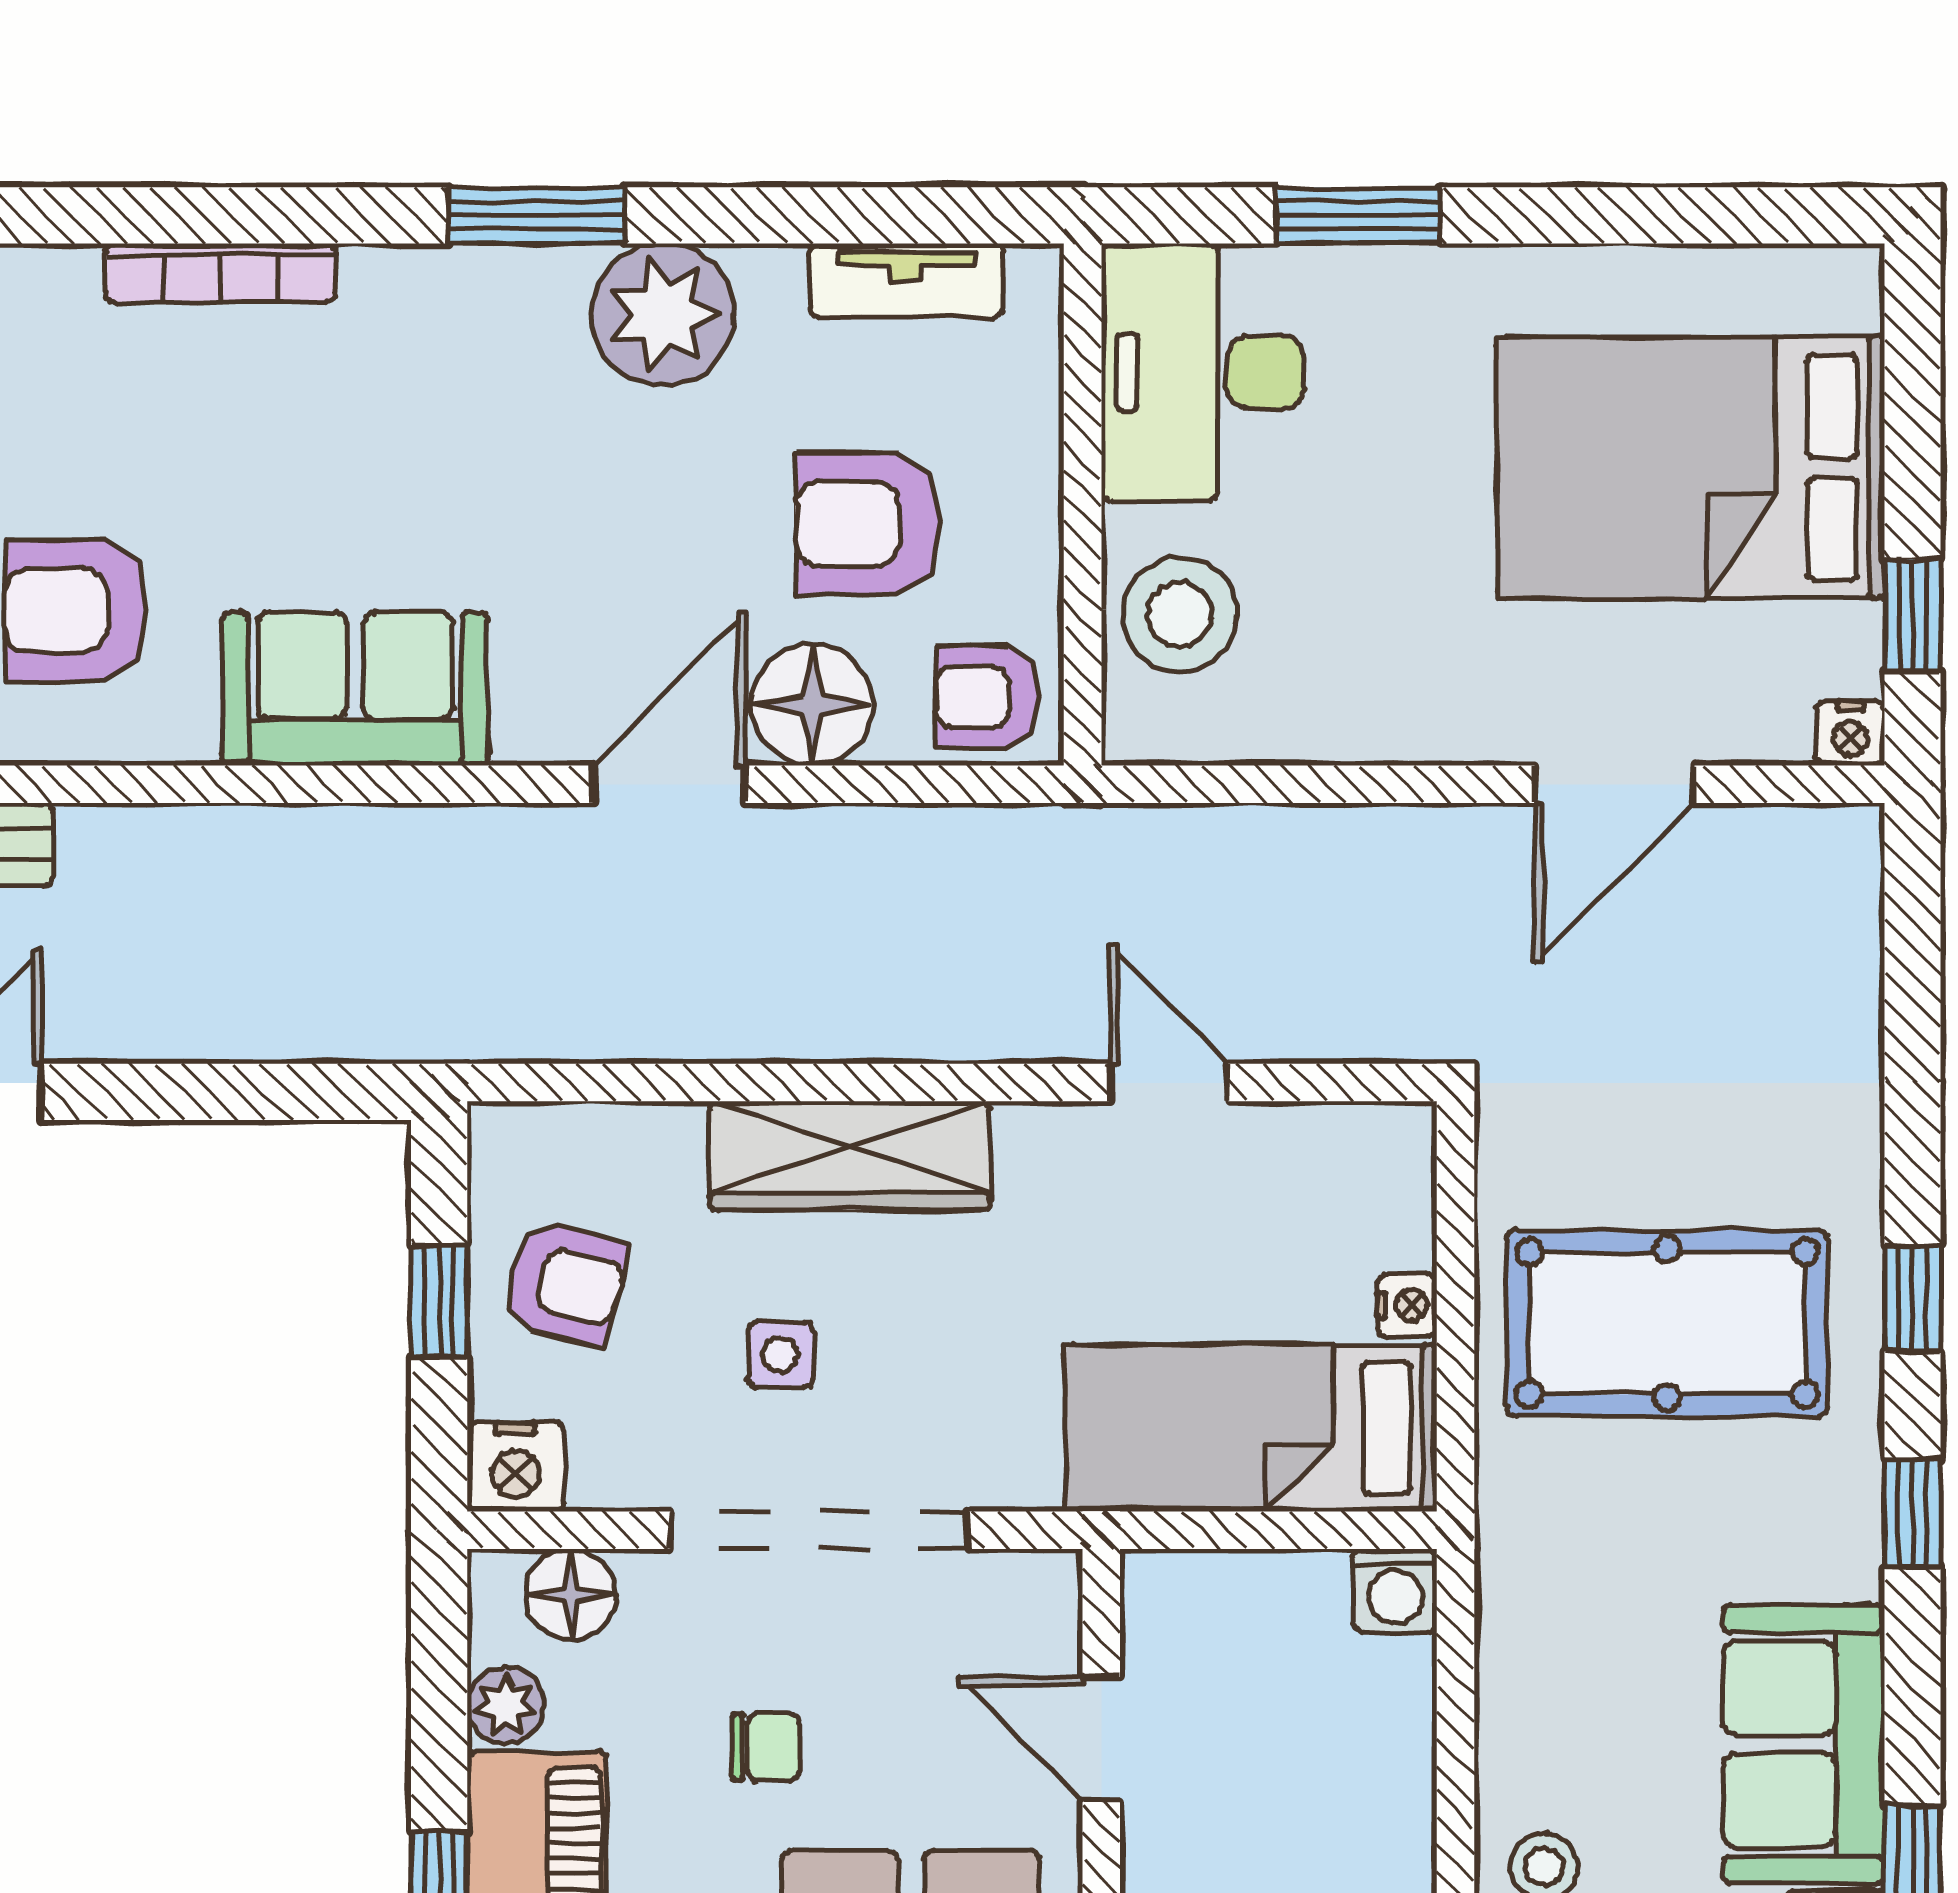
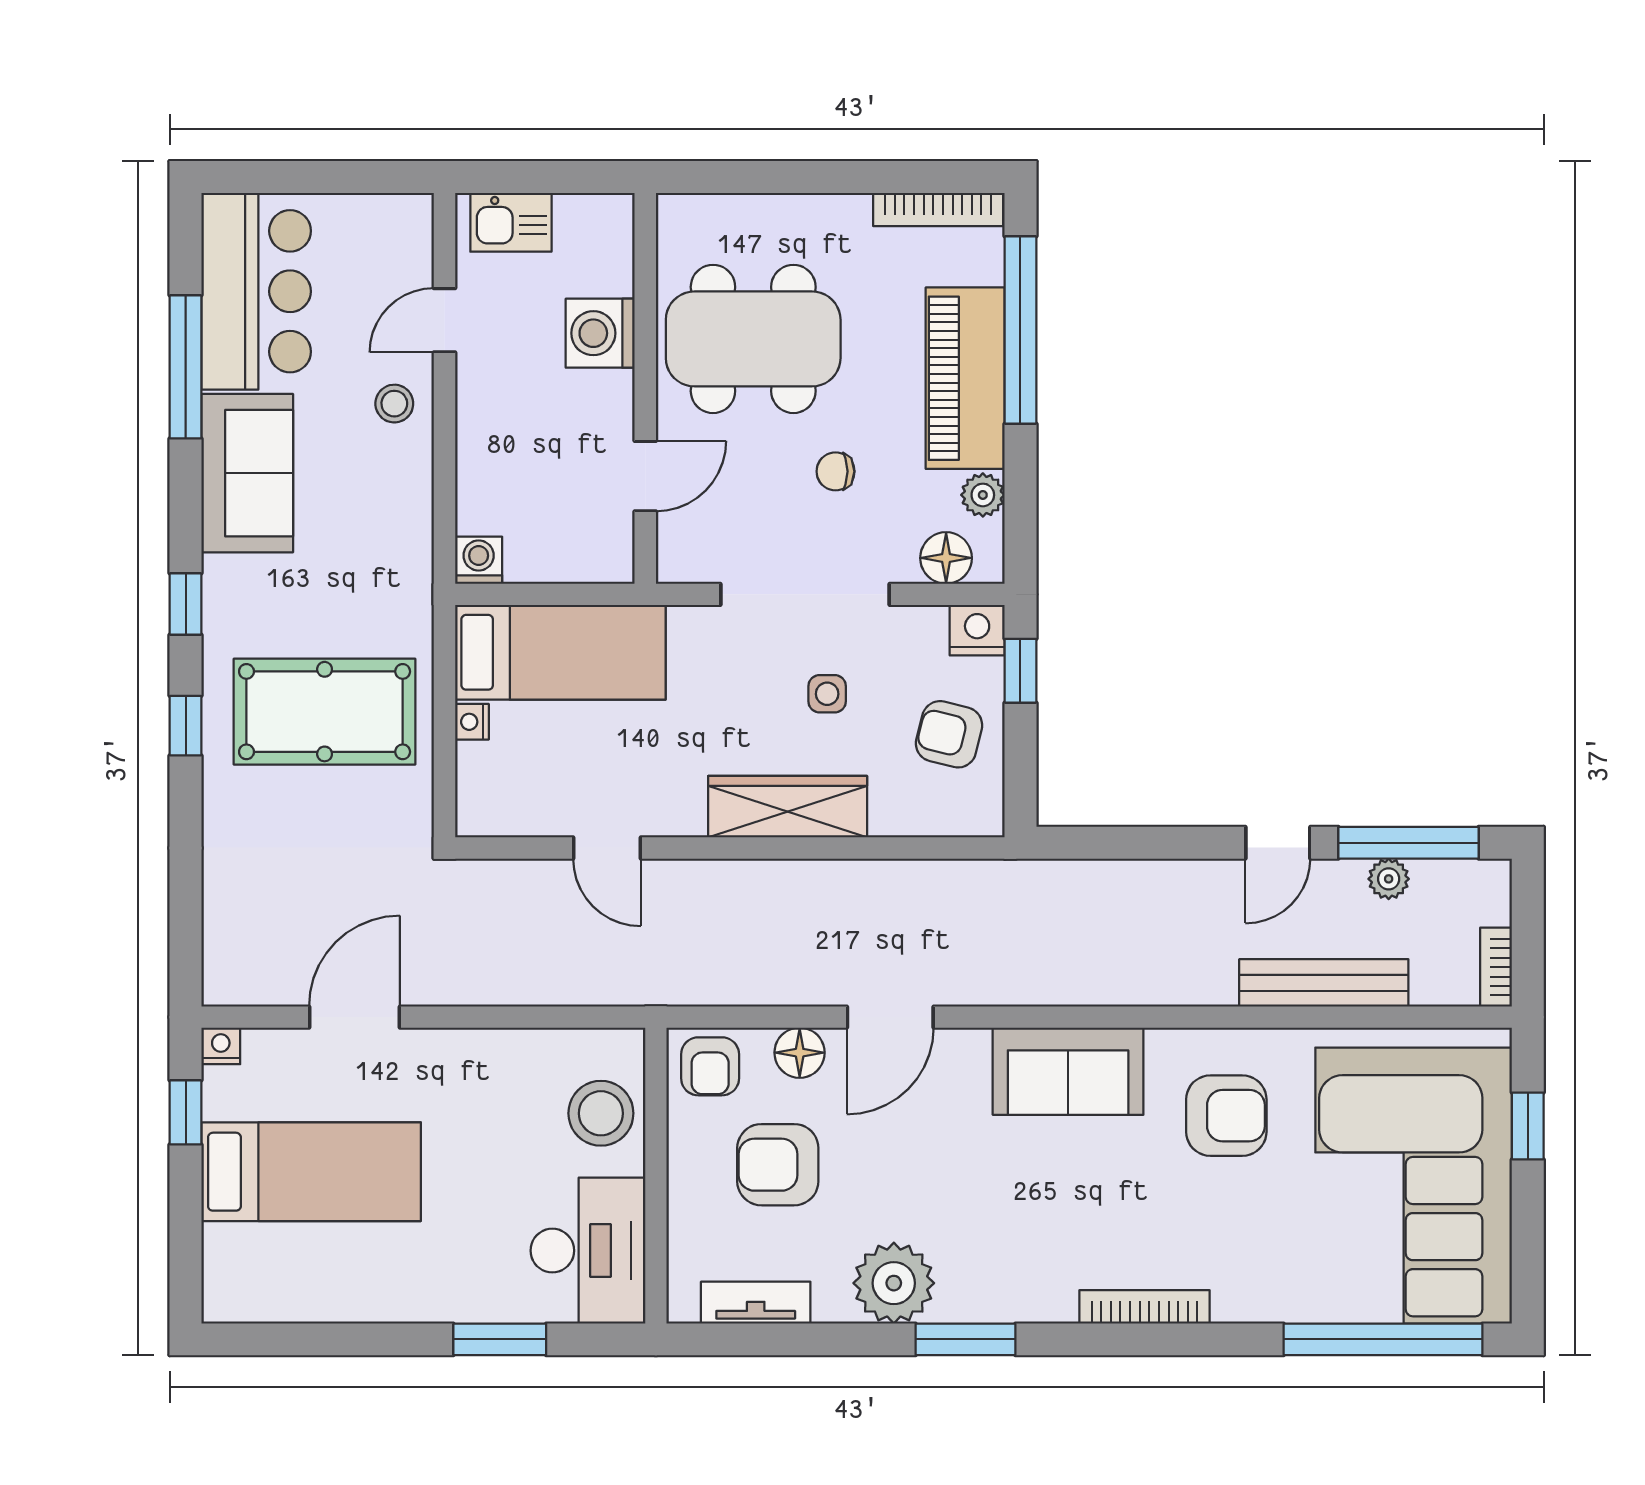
bed: (1691, 468) -> (311, 1172), width x0.67
armchair: (867, 524) -> (778, 1165), turned 180
armchair: (987, 697) -> (710, 1066), turned 90
floor lamp: (812, 705) -> (800, 1053), width x0.73, depth x0.73
window: (439, 1301) -> (1020, 671), moved
door: (1101, 1739) -> (645, 476), hinge flipped

